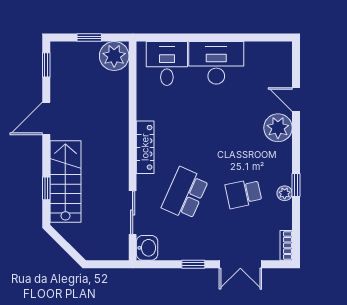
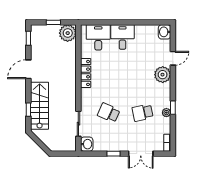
washbasin: (281, 54) -> (165, 32), added
desk: (216, 63) -> (123, 37), width x0.73
door: (296, 100) -> (173, 58), swing flipped
locker: (145, 147) -> (86, 73), moved
school desk: (185, 194) -> (109, 113), width x0.54

